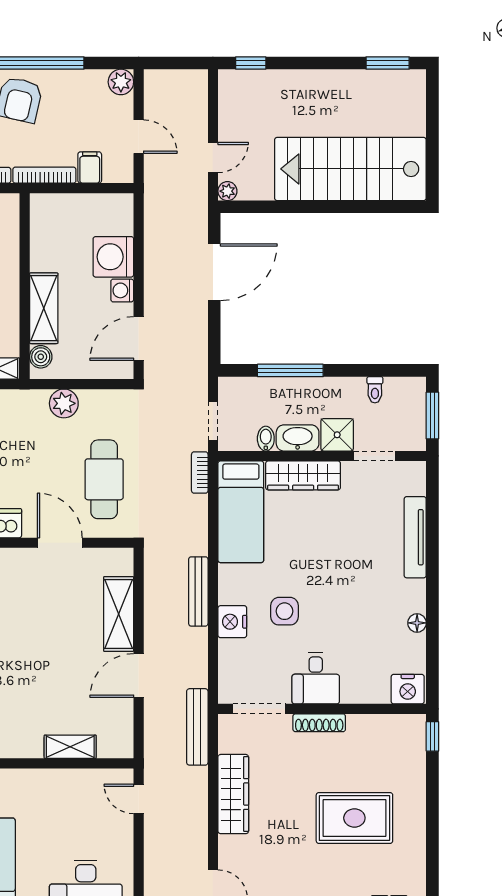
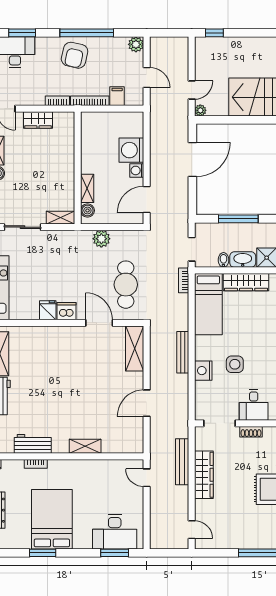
shelving: (44, 308) -> (87, 188), width x0.67, depth x0.75
shelving: (119, 614) -> (135, 349), moved
shoe rack: (319, 723) -> (251, 432), width x0.70
bench: (197, 727) -> (182, 462), moved
shelving: (70, 747) -> (85, 446), moved

